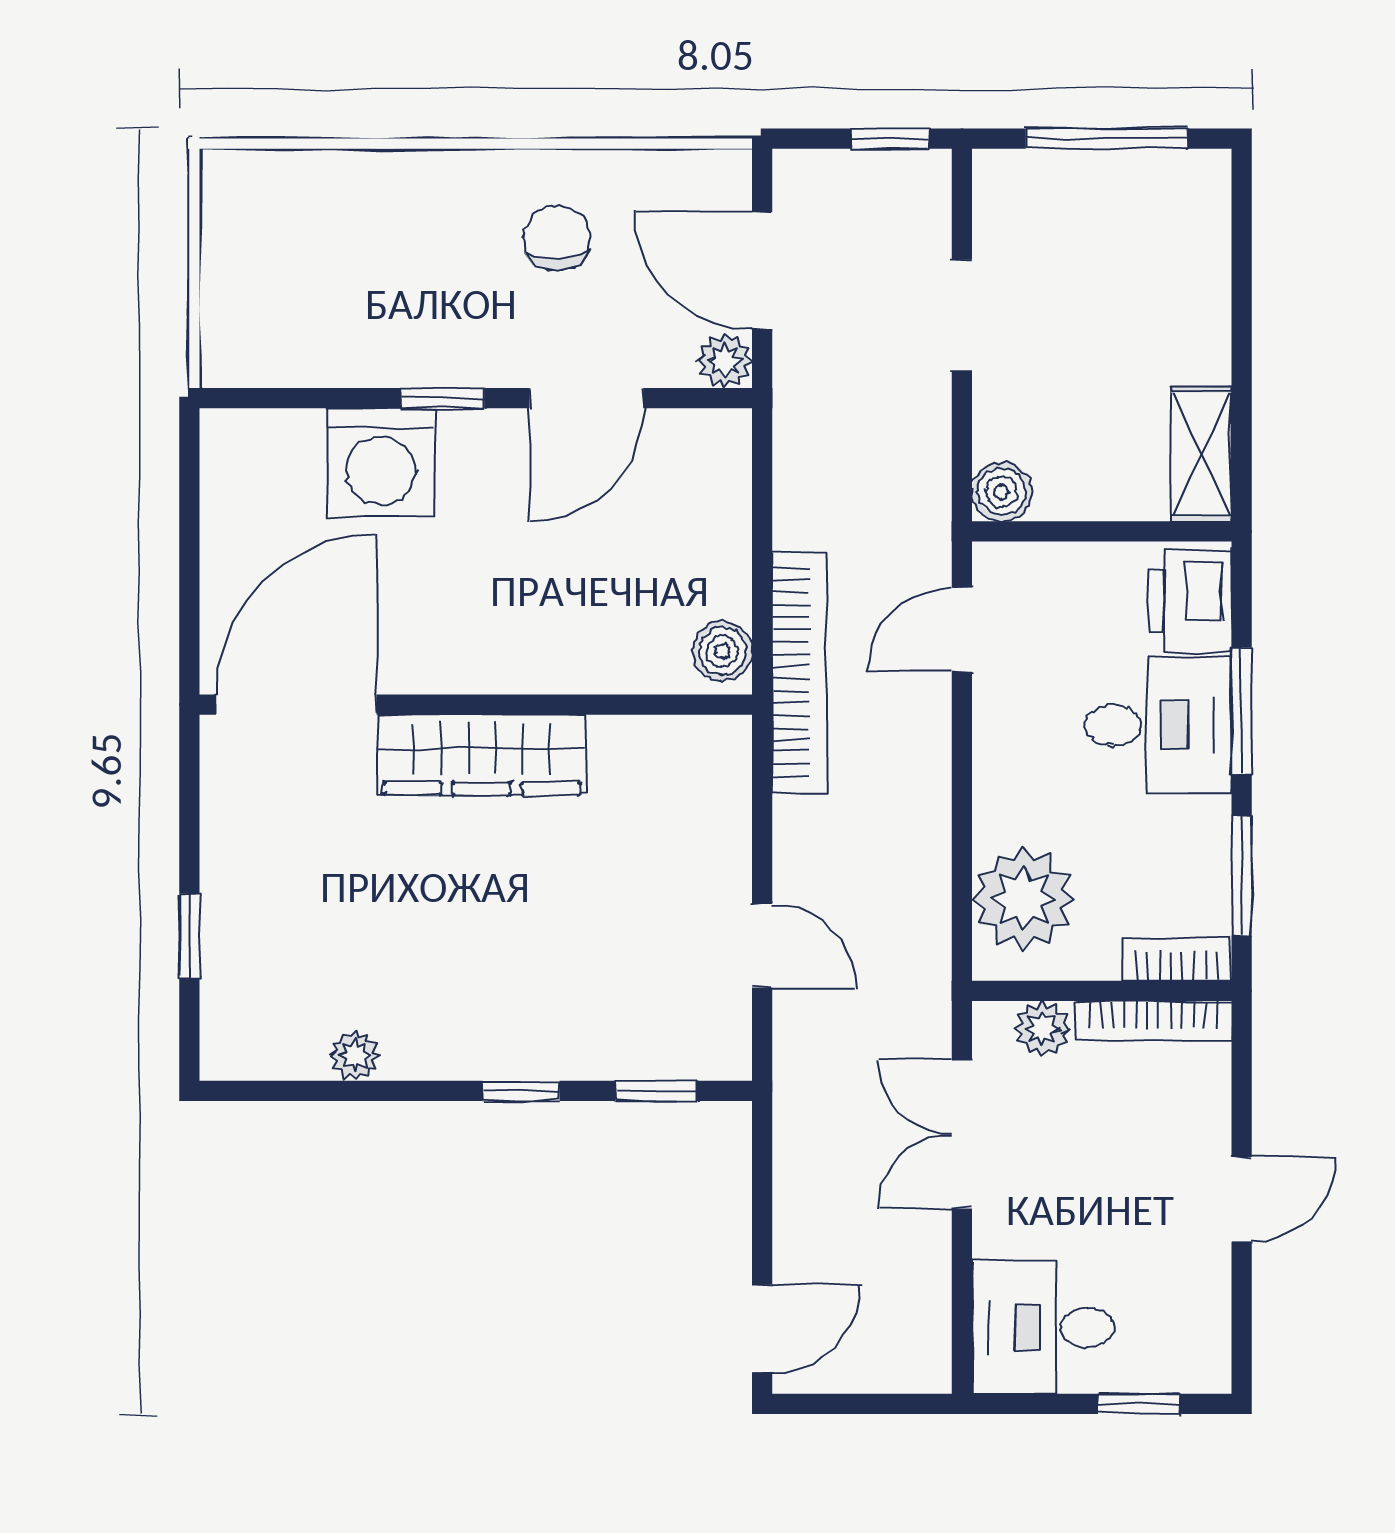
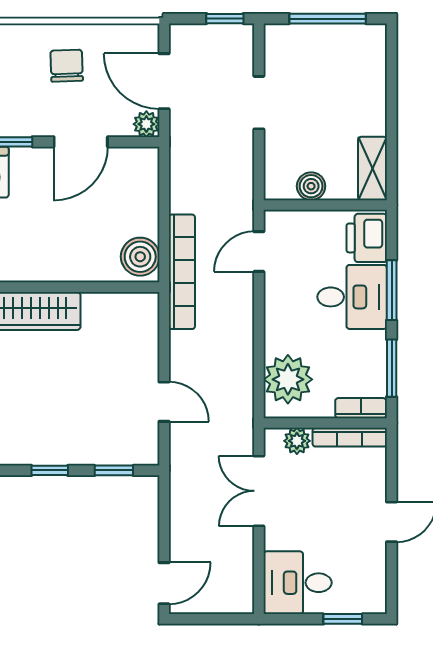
boiler: (1002, 492) -> (311, 186), moved
boiler: (722, 651) -> (140, 257), width x1.36, depth x1.36

